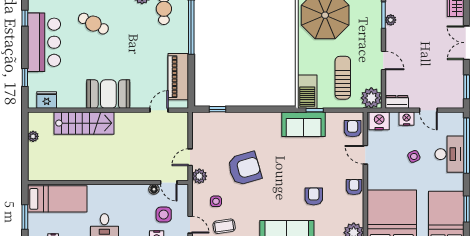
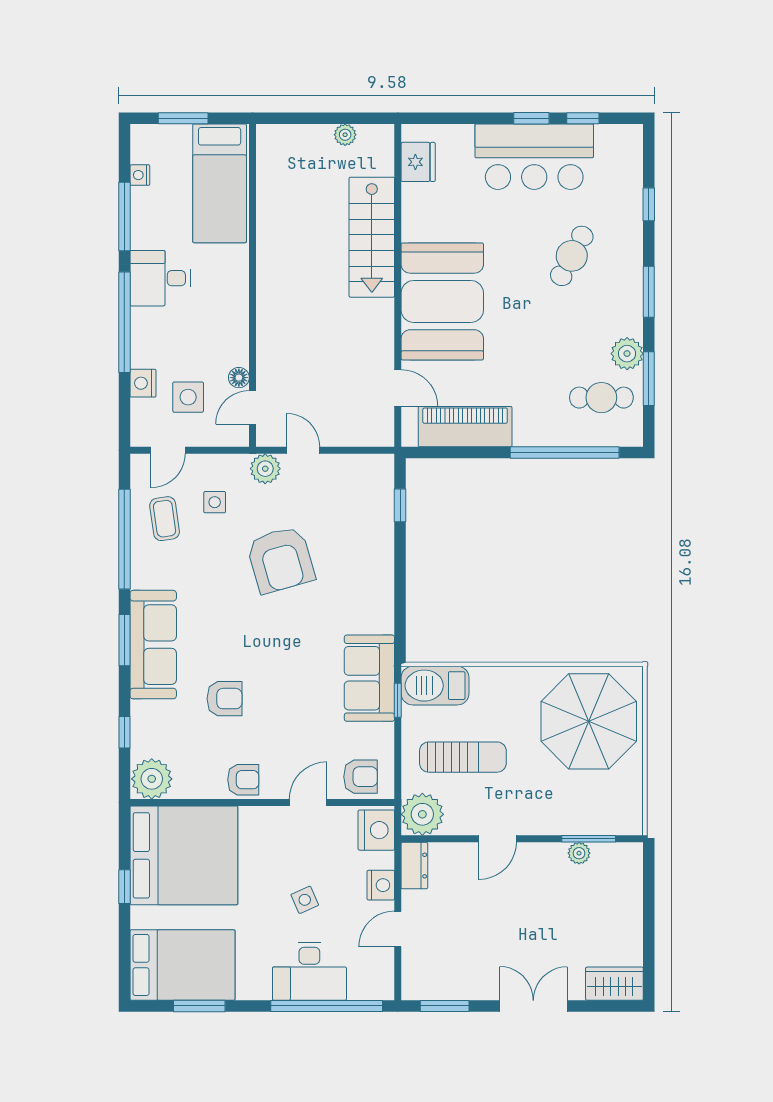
window: (25, 77) -> (531, 118), moved
booth: (108, 94) -> (442, 301), width x1.36, depth x1.42

